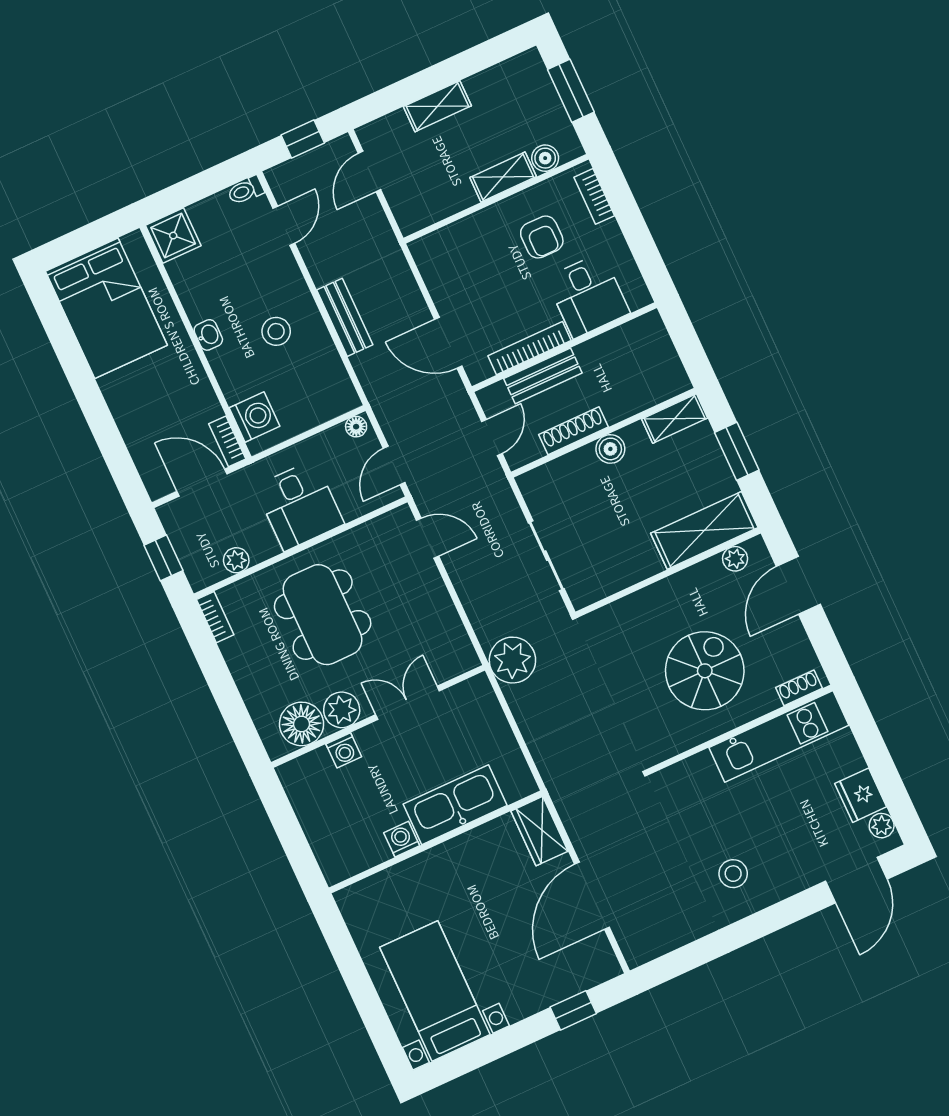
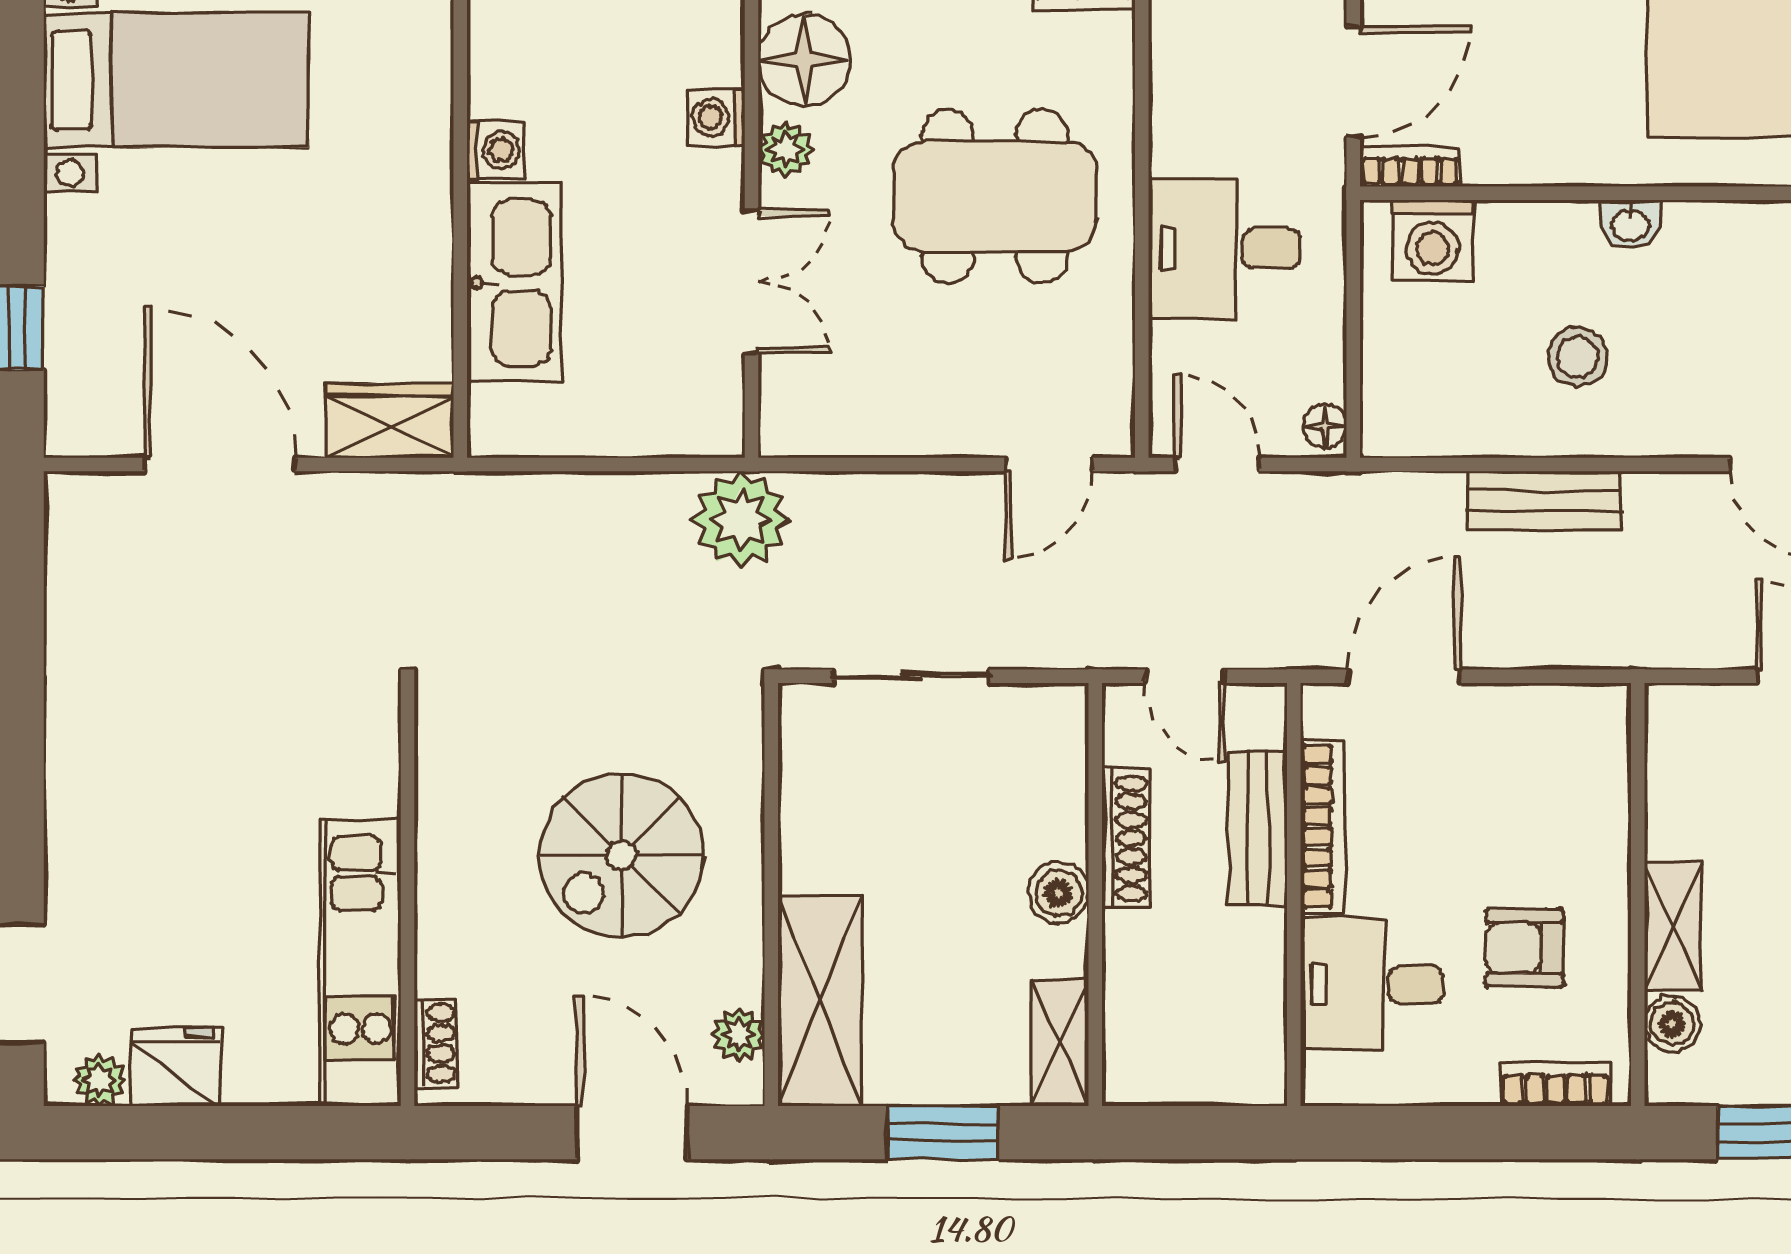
plant: (236, 560) -> (1175, 79), removed
spiral stairs: (705, 671) -> (621, 855), moved, turned 90
plant: (342, 710) -> (785, 149), width x0.73, depth x0.73
stool: (733, 874) -> (138, 754), removed

